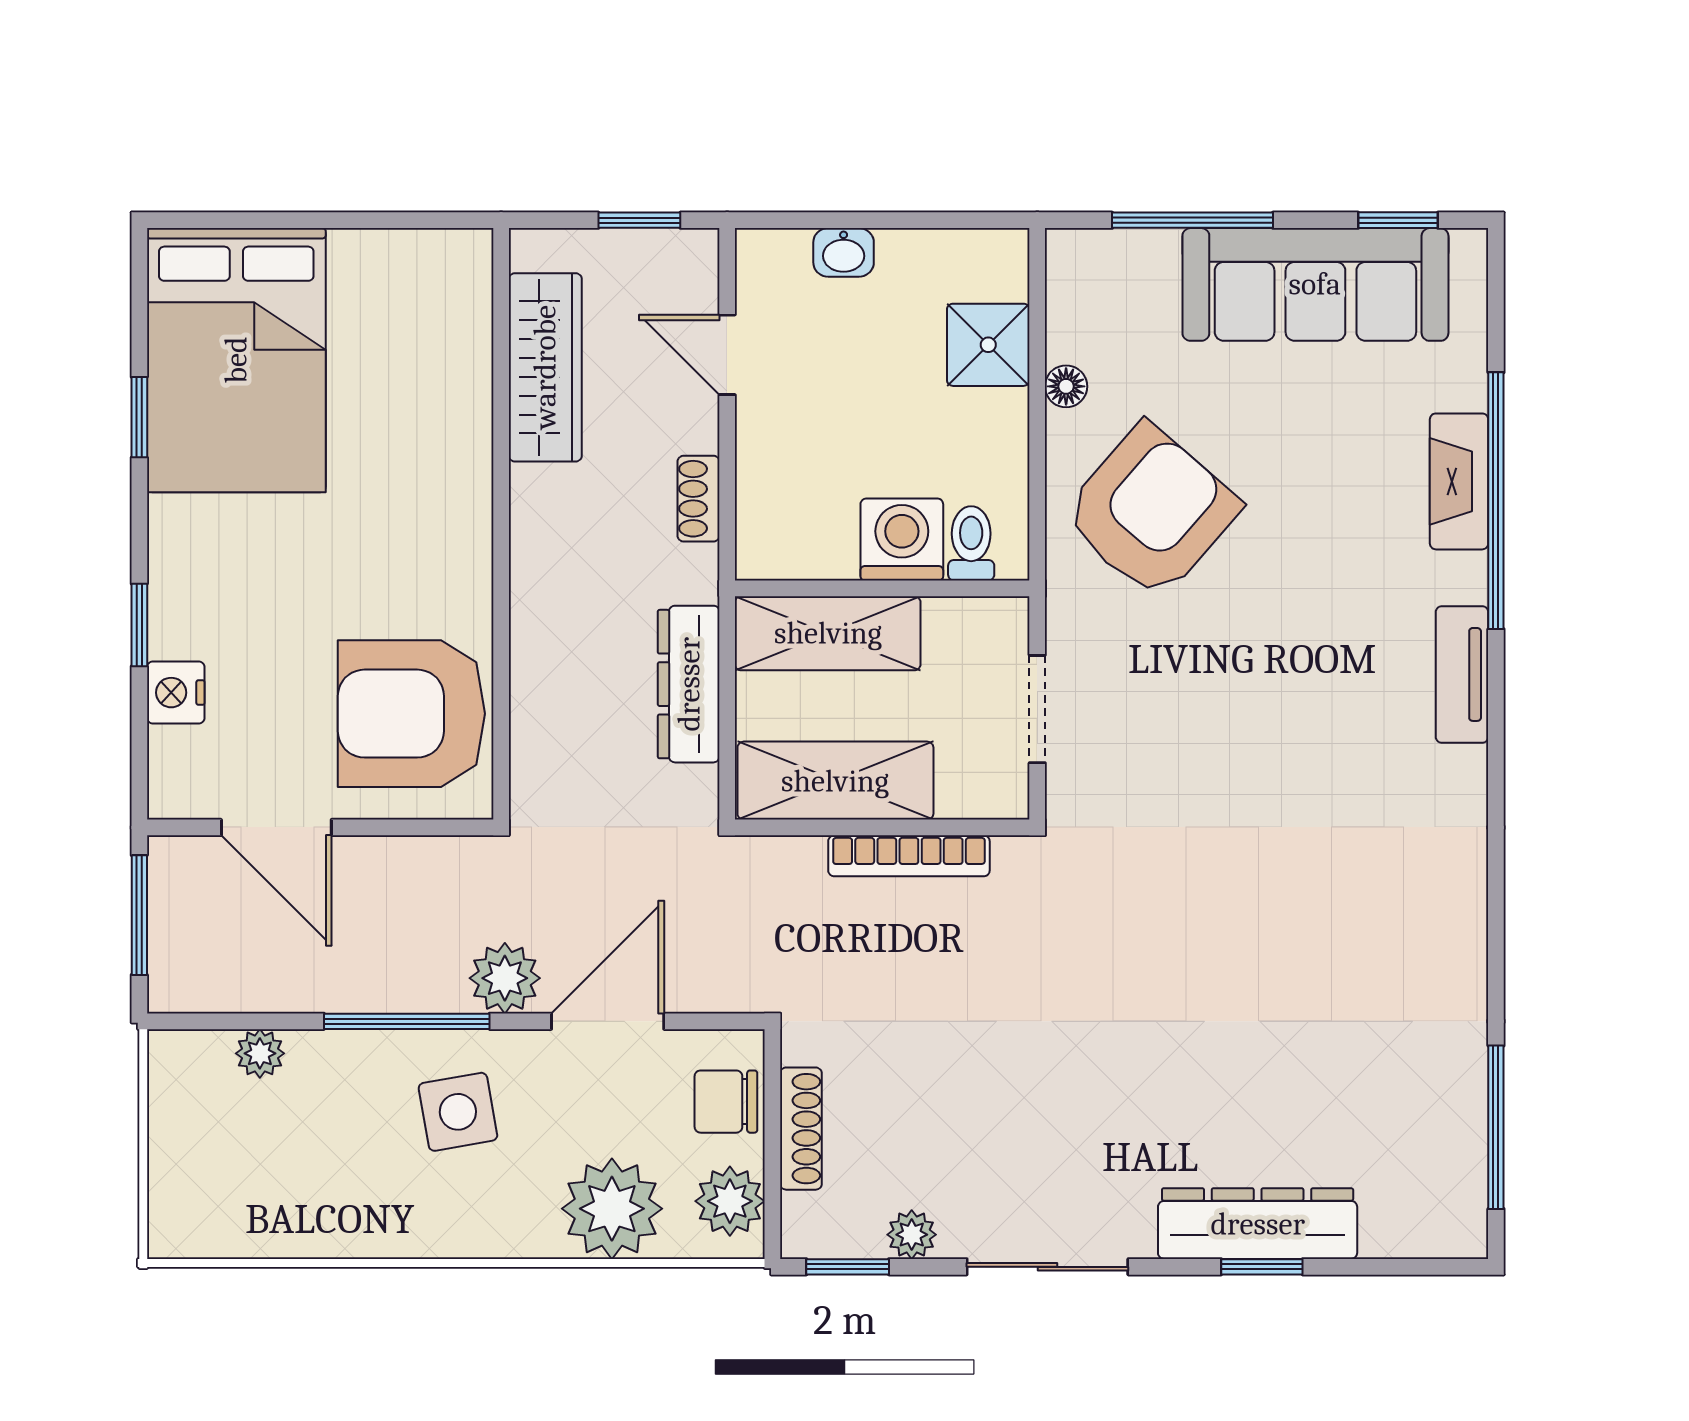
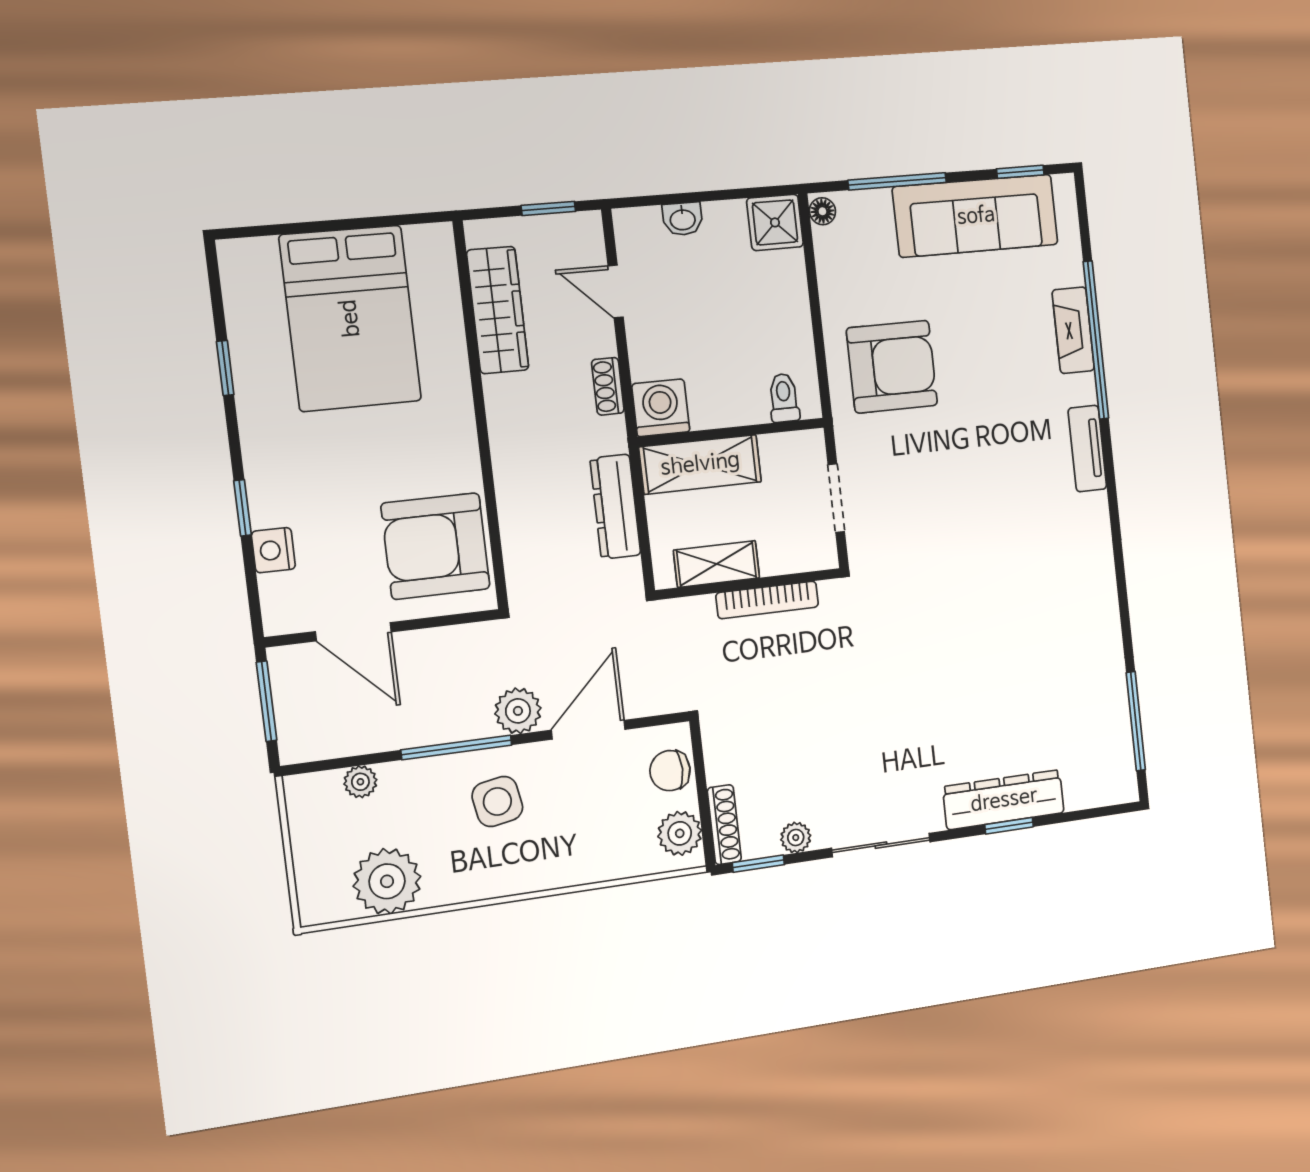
shower: (988, 345) -> (775, 222), moved
bed: (236, 360) -> (350, 318), moved
floor lamp: (1066, 386) -> (822, 211), moved
armchair: (1151, 511) -> (892, 367), turned 49
washing machine: (902, 539) -> (661, 408), moved
shelving: (835, 781) -> (717, 564), width x0.67, depth x0.75
shoe rack: (801, 1129) -> (724, 825), moved
plant: (612, 1209) -> (387, 881), moved

